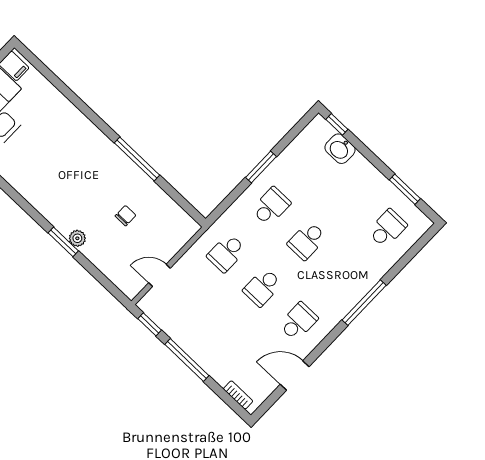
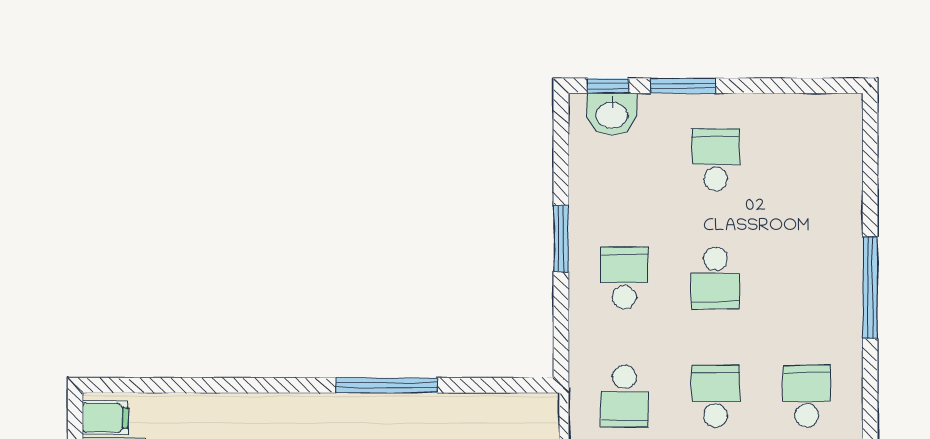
washbasin: (340, 149) -> (612, 114), moved
window: (405, 189) -> (683, 86), moved
school desk: (387, 228) -> (716, 160), moved
school desk: (262, 287) -> (716, 396), turned 180

